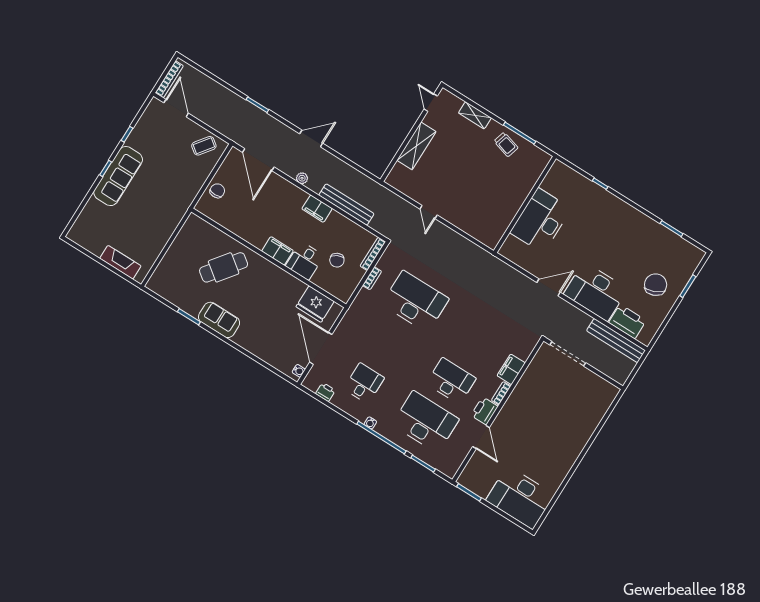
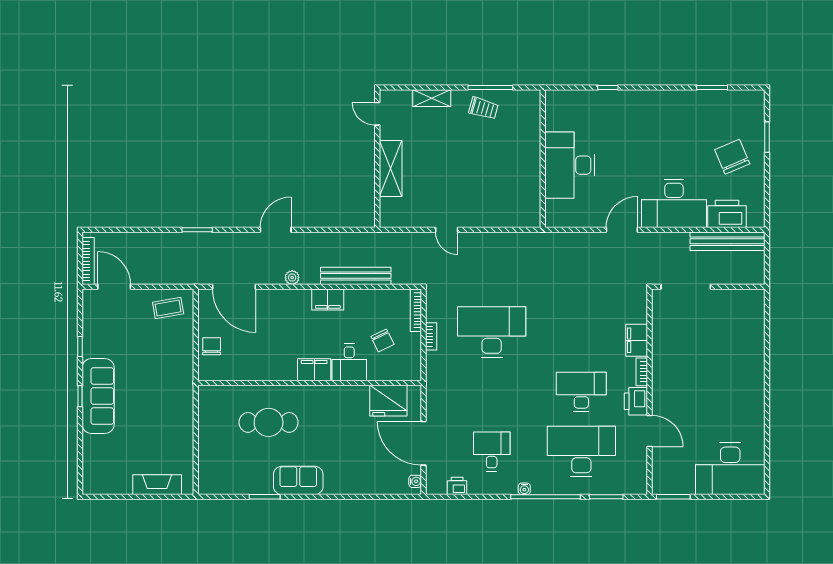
coffee table: (204, 146) -> (168, 308), turned 43
cafe table: (224, 267) -> (269, 422), turned 53

